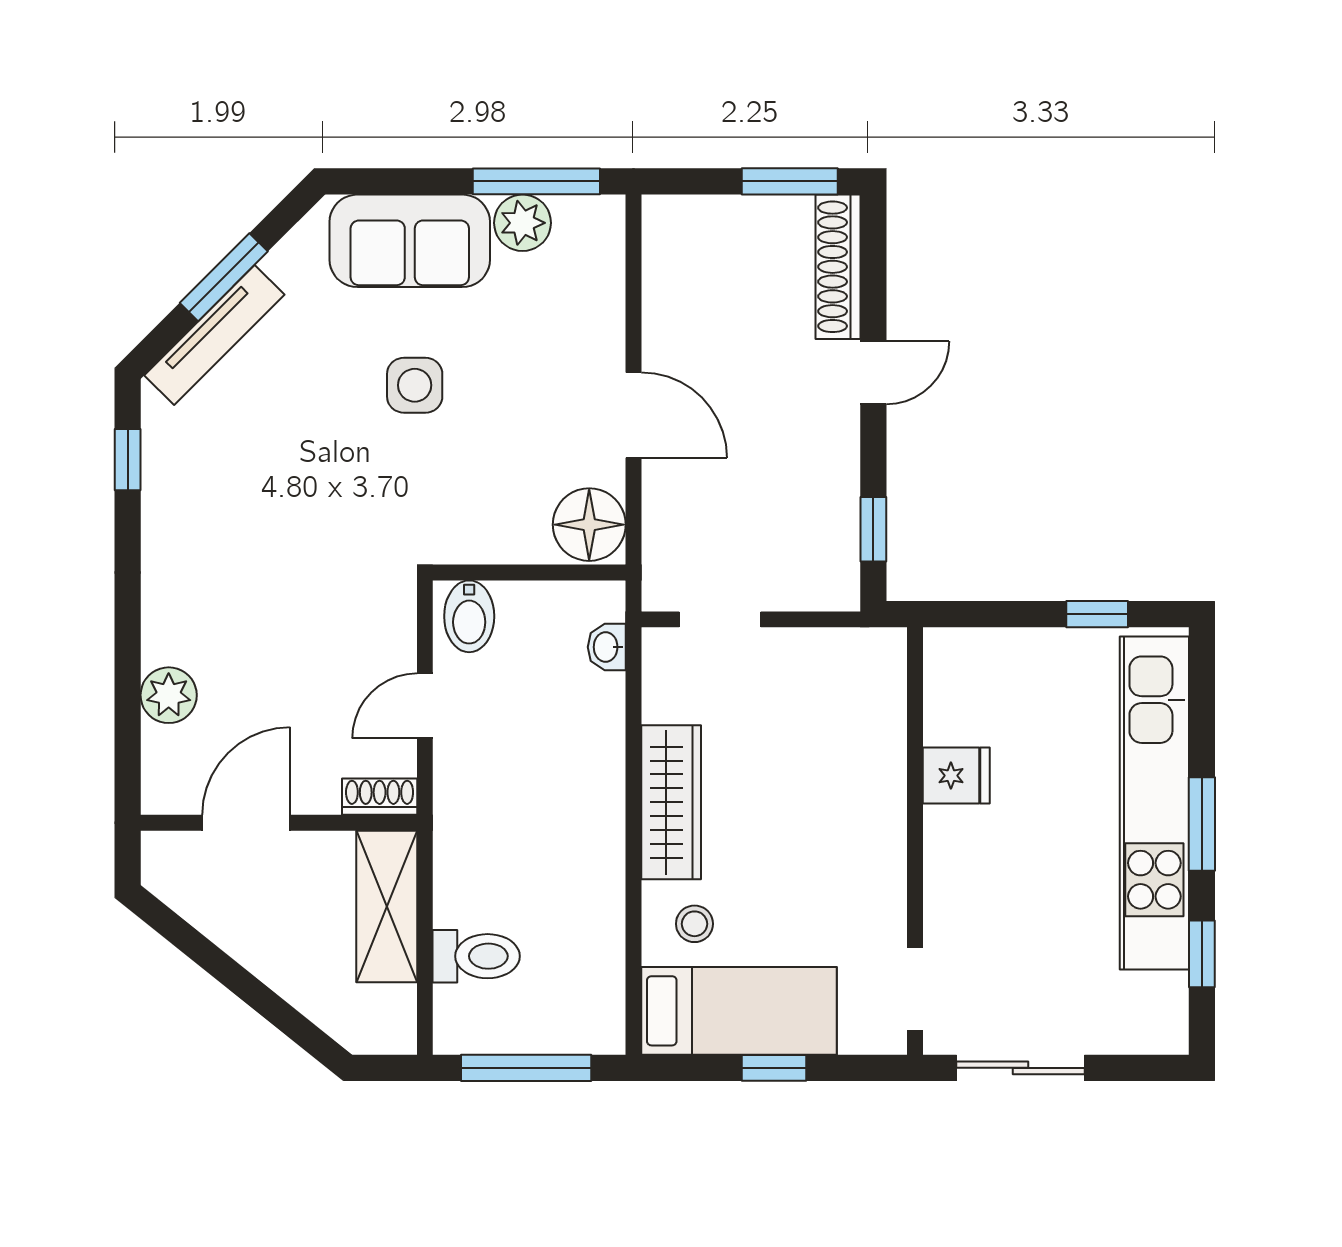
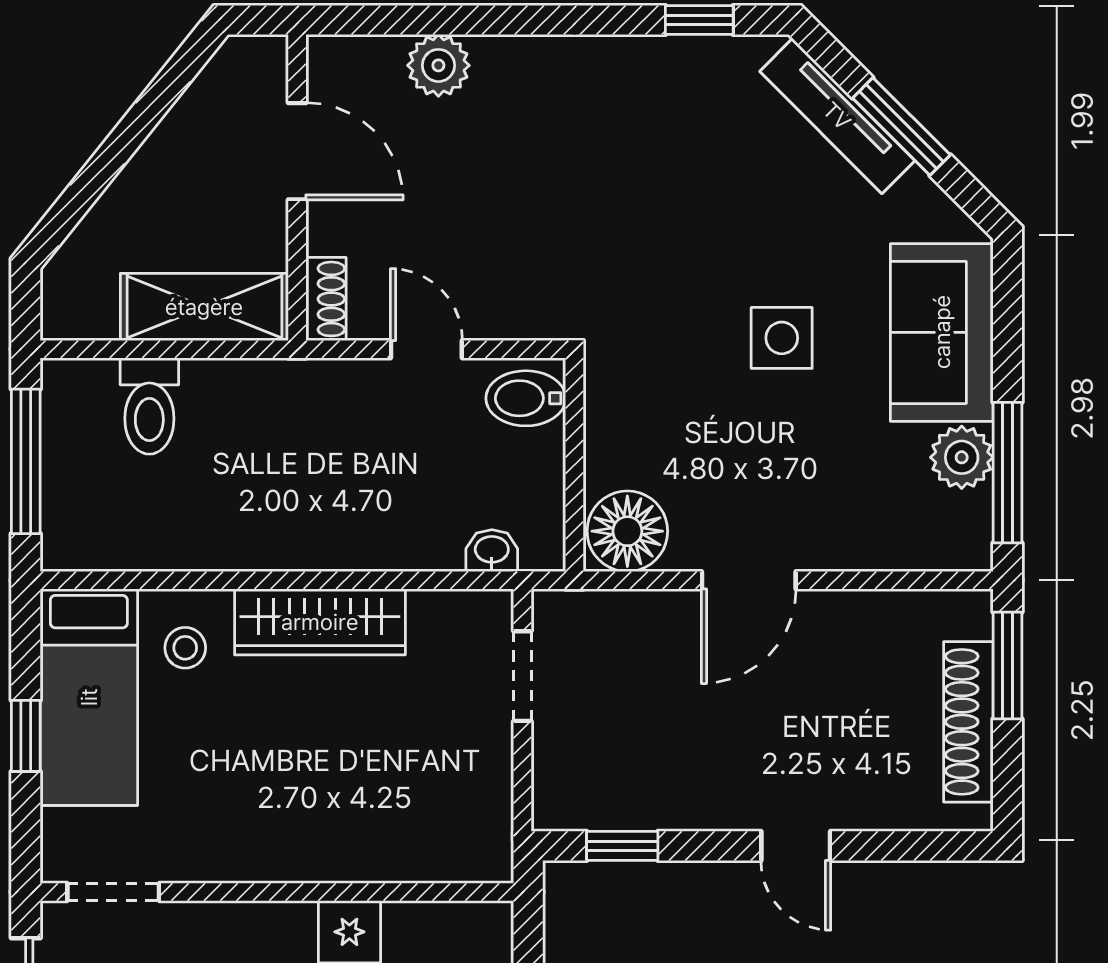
window: (790, 181) -> (1007, 666), moved
shoe rack: (838, 267) -> (968, 722), moved, turned -90

